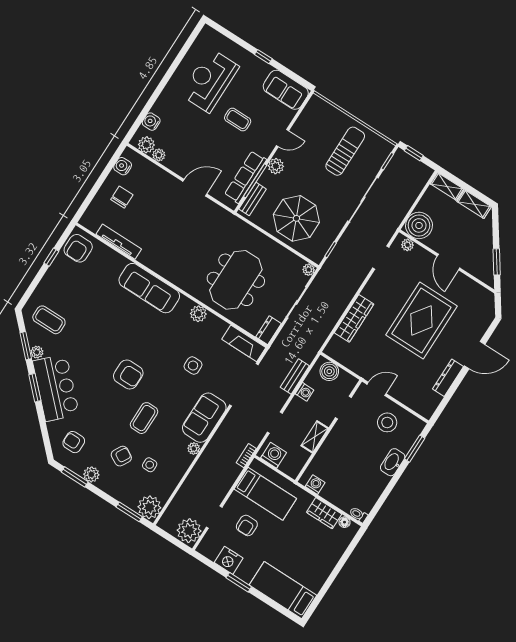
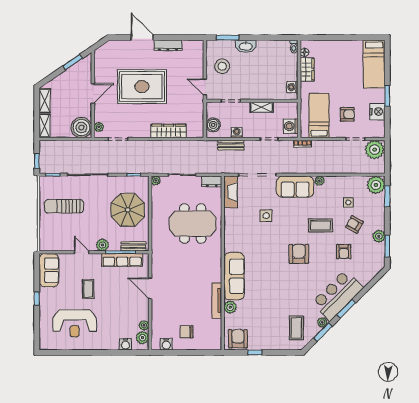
tv unit: (119, 242) -> (217, 301), moved
armchair: (78, 248) -> (238, 339), turned -90
plant: (198, 314) -> (230, 307), moved
armchair: (74, 442) -> (344, 252), moved

